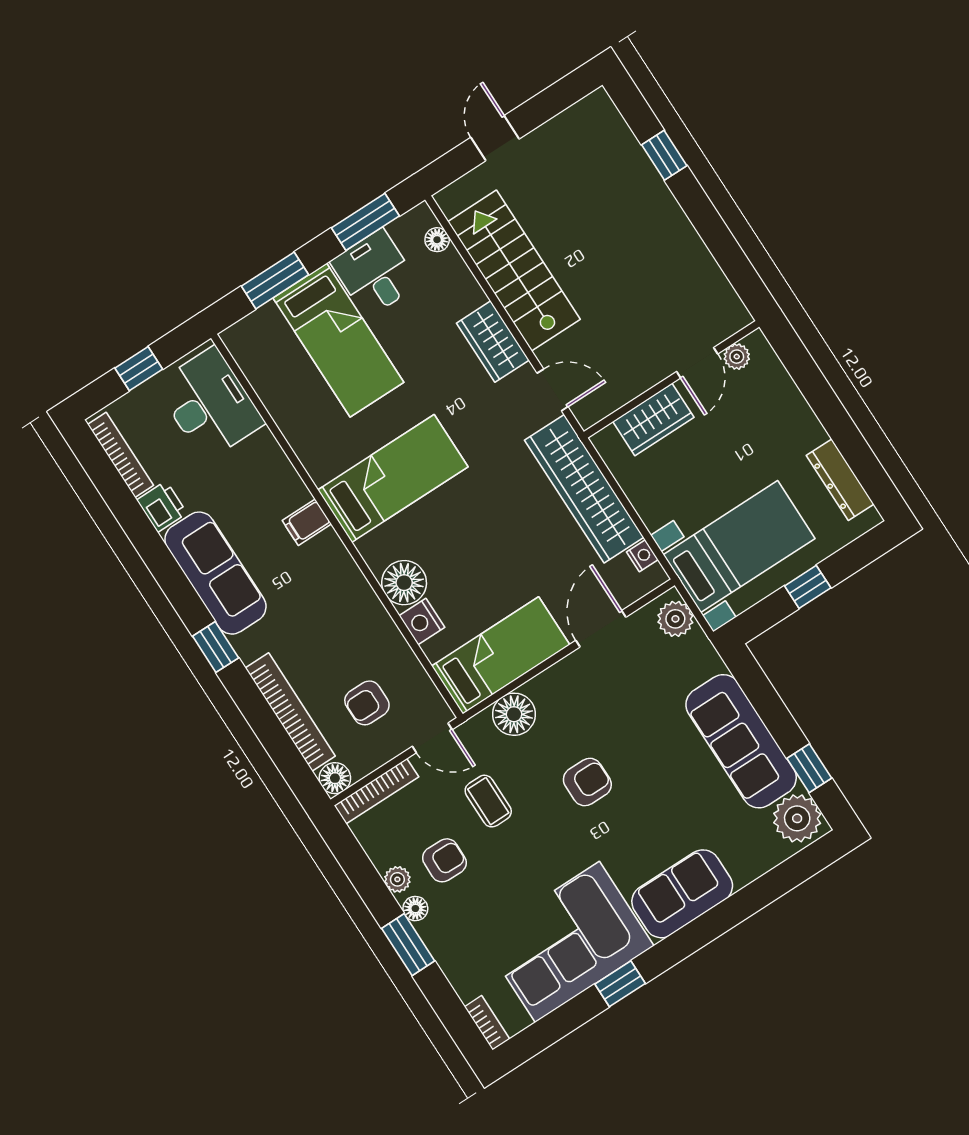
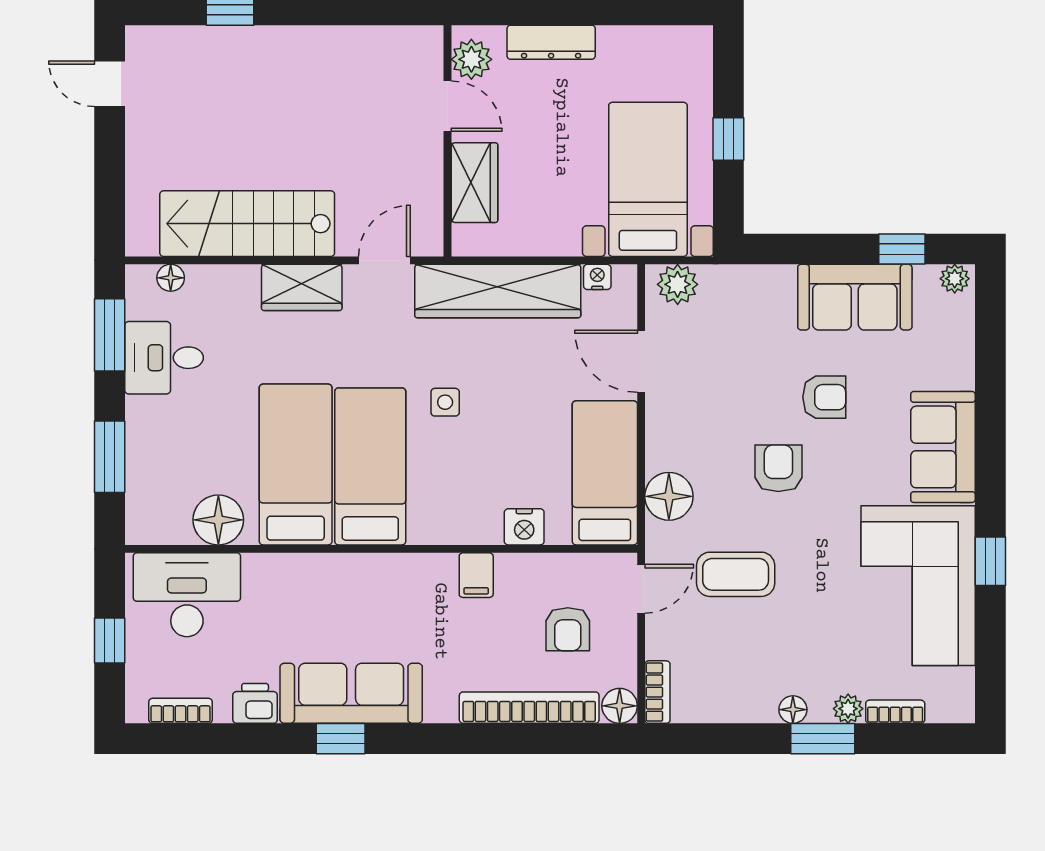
door: (495, 138) -> (110, 84), moved
bed: (338, 340) -> (296, 465), moved, turned -90
plant: (737, 357) -> (471, 59), width x1.38, depth x1.38
bookcase: (121, 455) -> (181, 711), width x0.64
dresser: (840, 480) -> (551, 42), moved
side table: (476, 503) -> (445, 402), added
filing cabinet: (307, 522) -> (476, 575), moved
floor lamp: (404, 583) -> (218, 520), moved
window: (216, 647) -> (341, 739), moved
sofa: (741, 741) -> (855, 297), width x0.73
bookcase: (376, 791) -> (657, 692), width x0.64
coffee table: (488, 801) -> (736, 574), width x1.36, depth x1.30
plant: (797, 818) -> (955, 279), width x0.53, depth x0.53
armchair: (444, 860) -> (824, 397), moved, turned 89
plant: (397, 879) -> (848, 709), moved
bookcase: (487, 1023) -> (895, 712), moved

